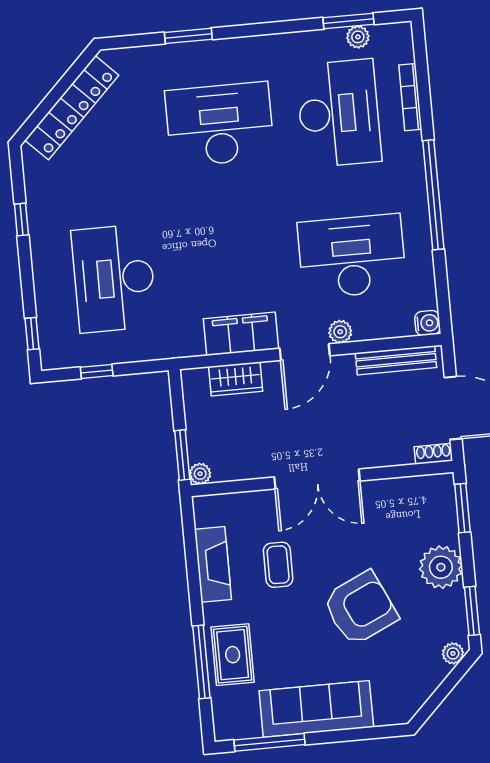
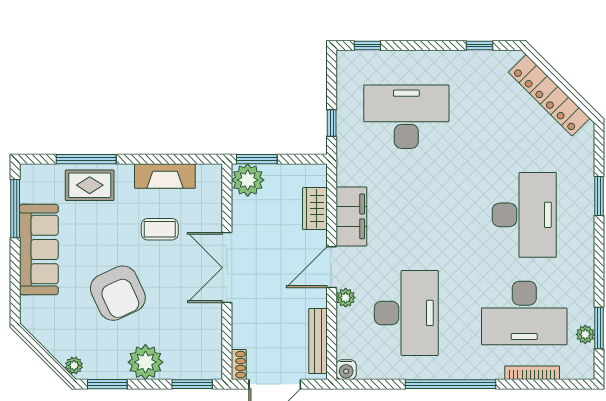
window: (21, 220) -> (480, 45), moved
door: (305, 352) -> (332, 267), hinge flipped
window: (97, 371) -> (332, 123), moved
plant: (200, 474) -> (248, 180), width x1.88, depth x1.88

